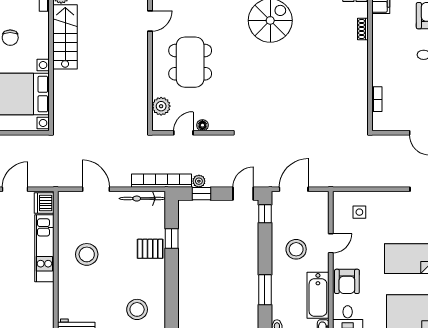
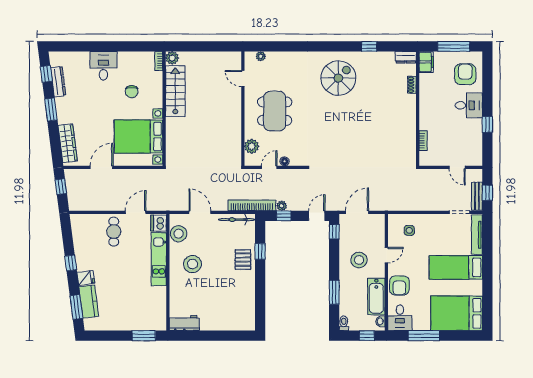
door: (150, 21) -> (243, 79), swing flipped
pallet: (150, 249) -> (243, 260), turned 90
stool: (137, 309) -> (179, 234), moved

